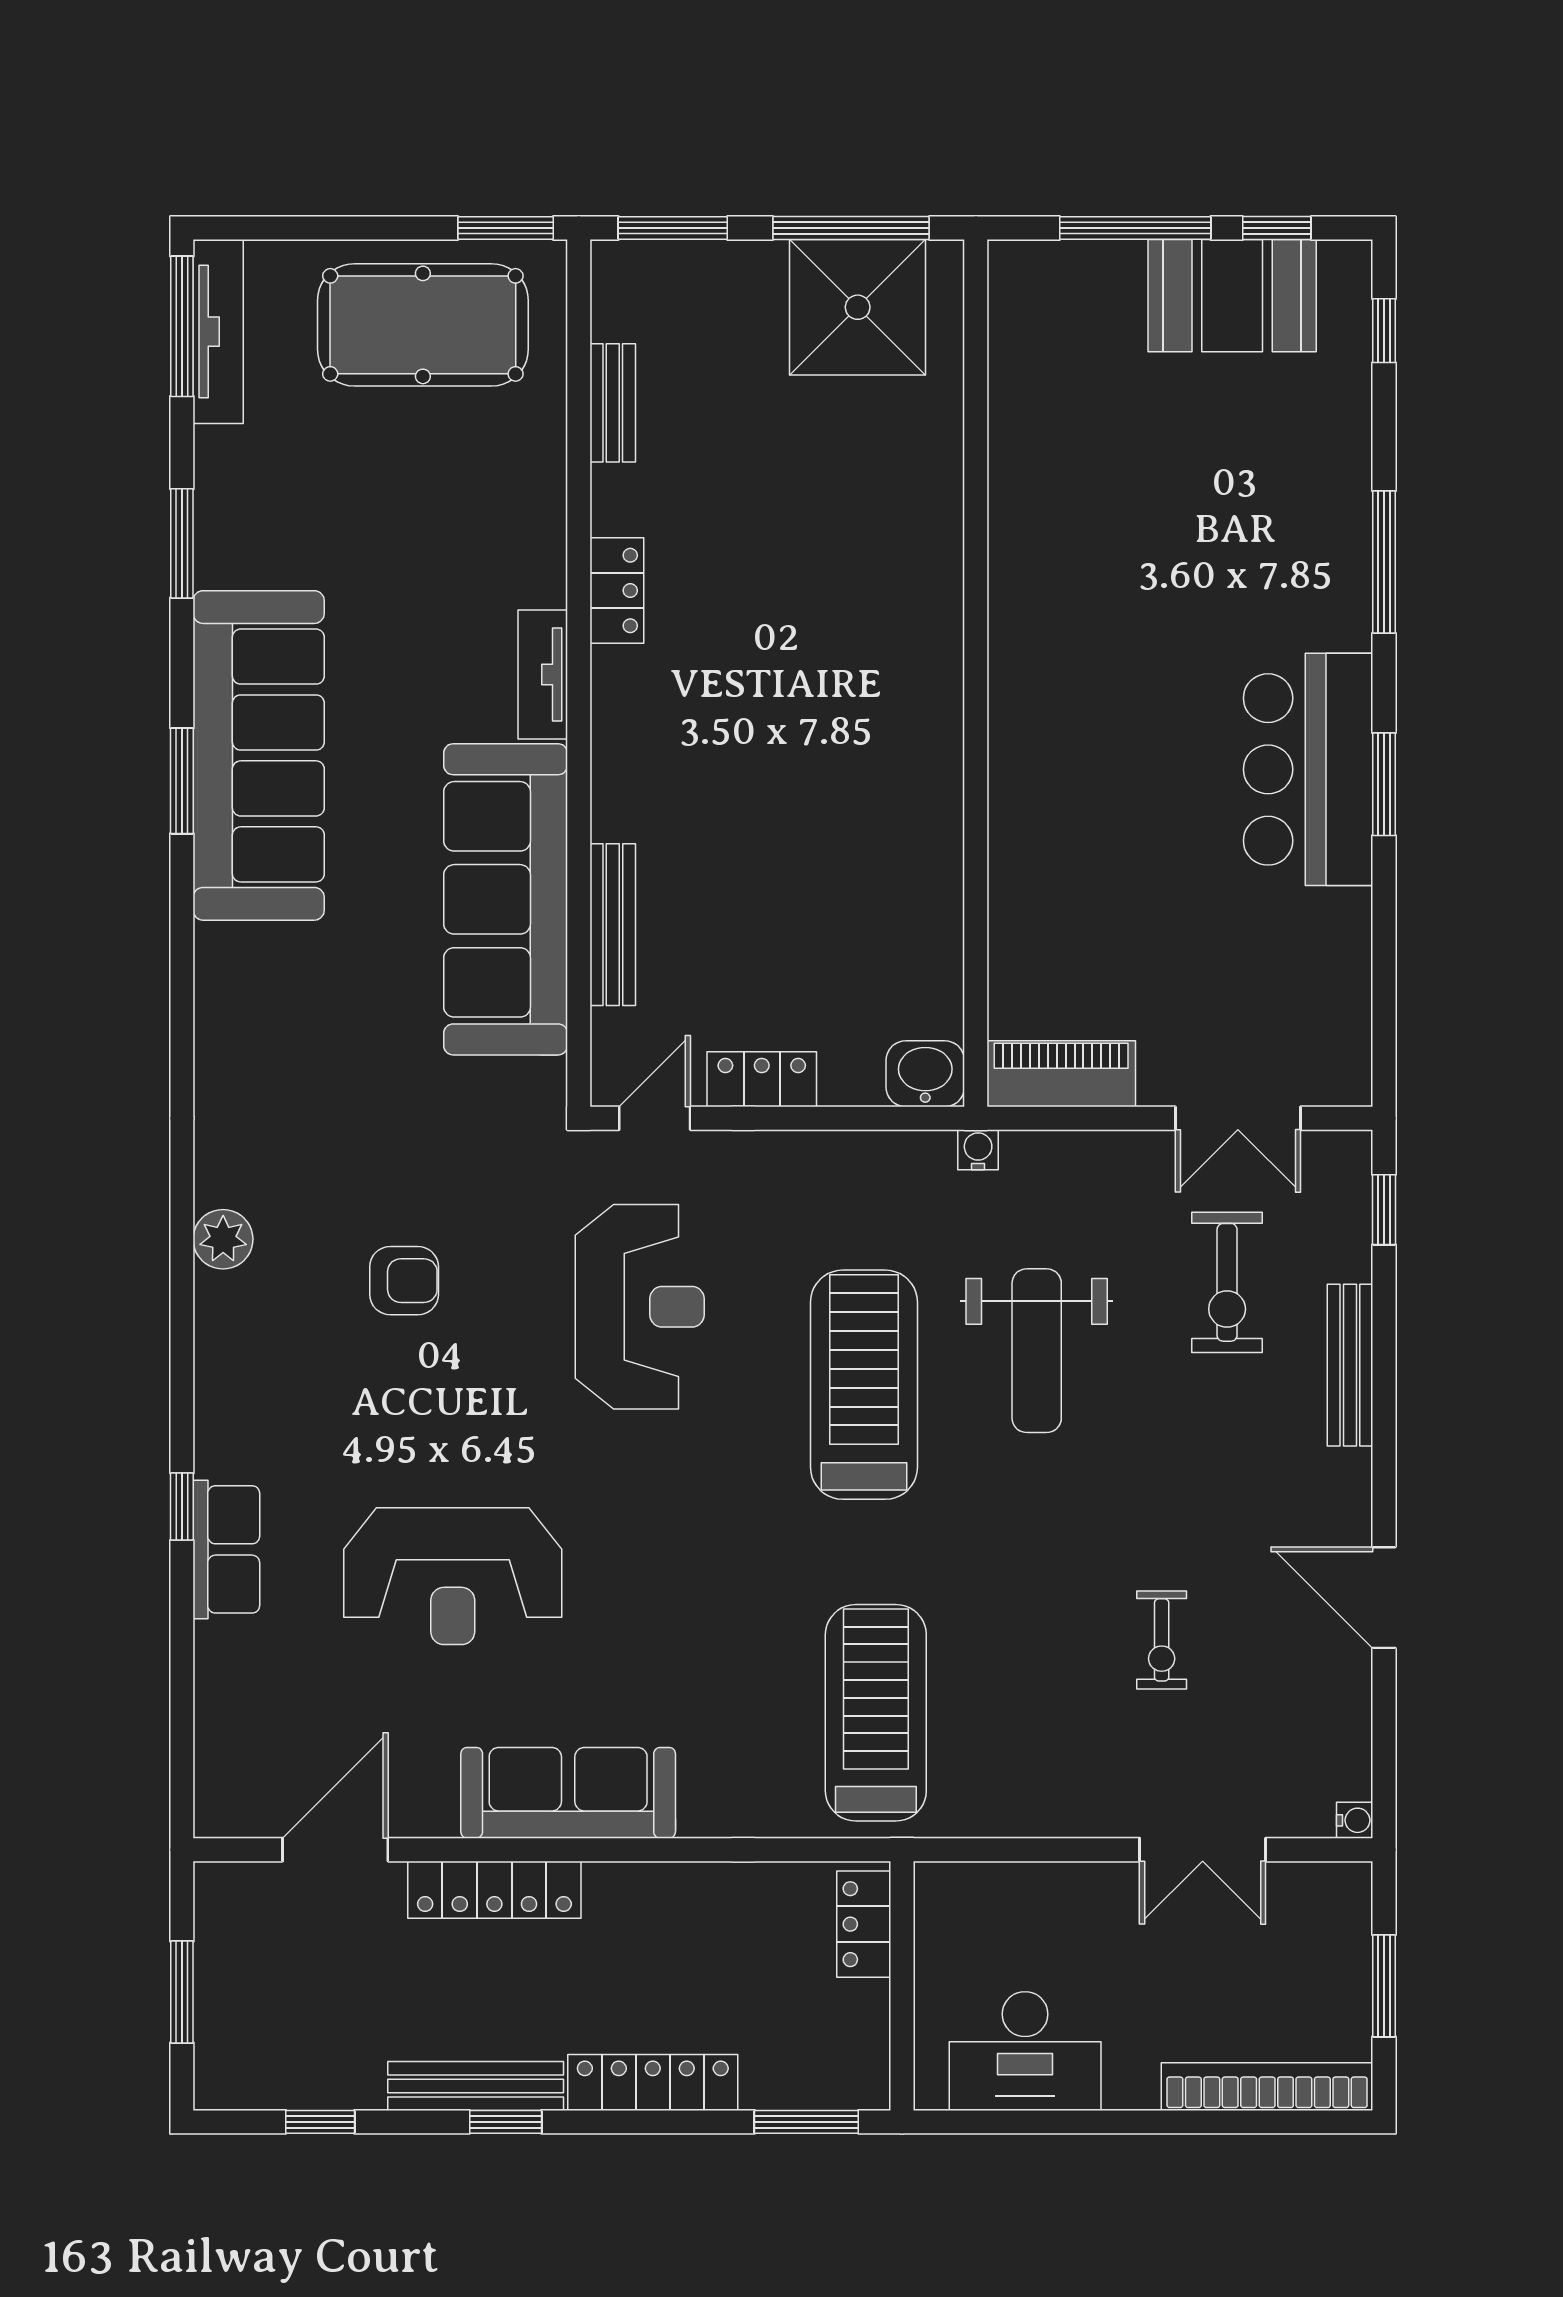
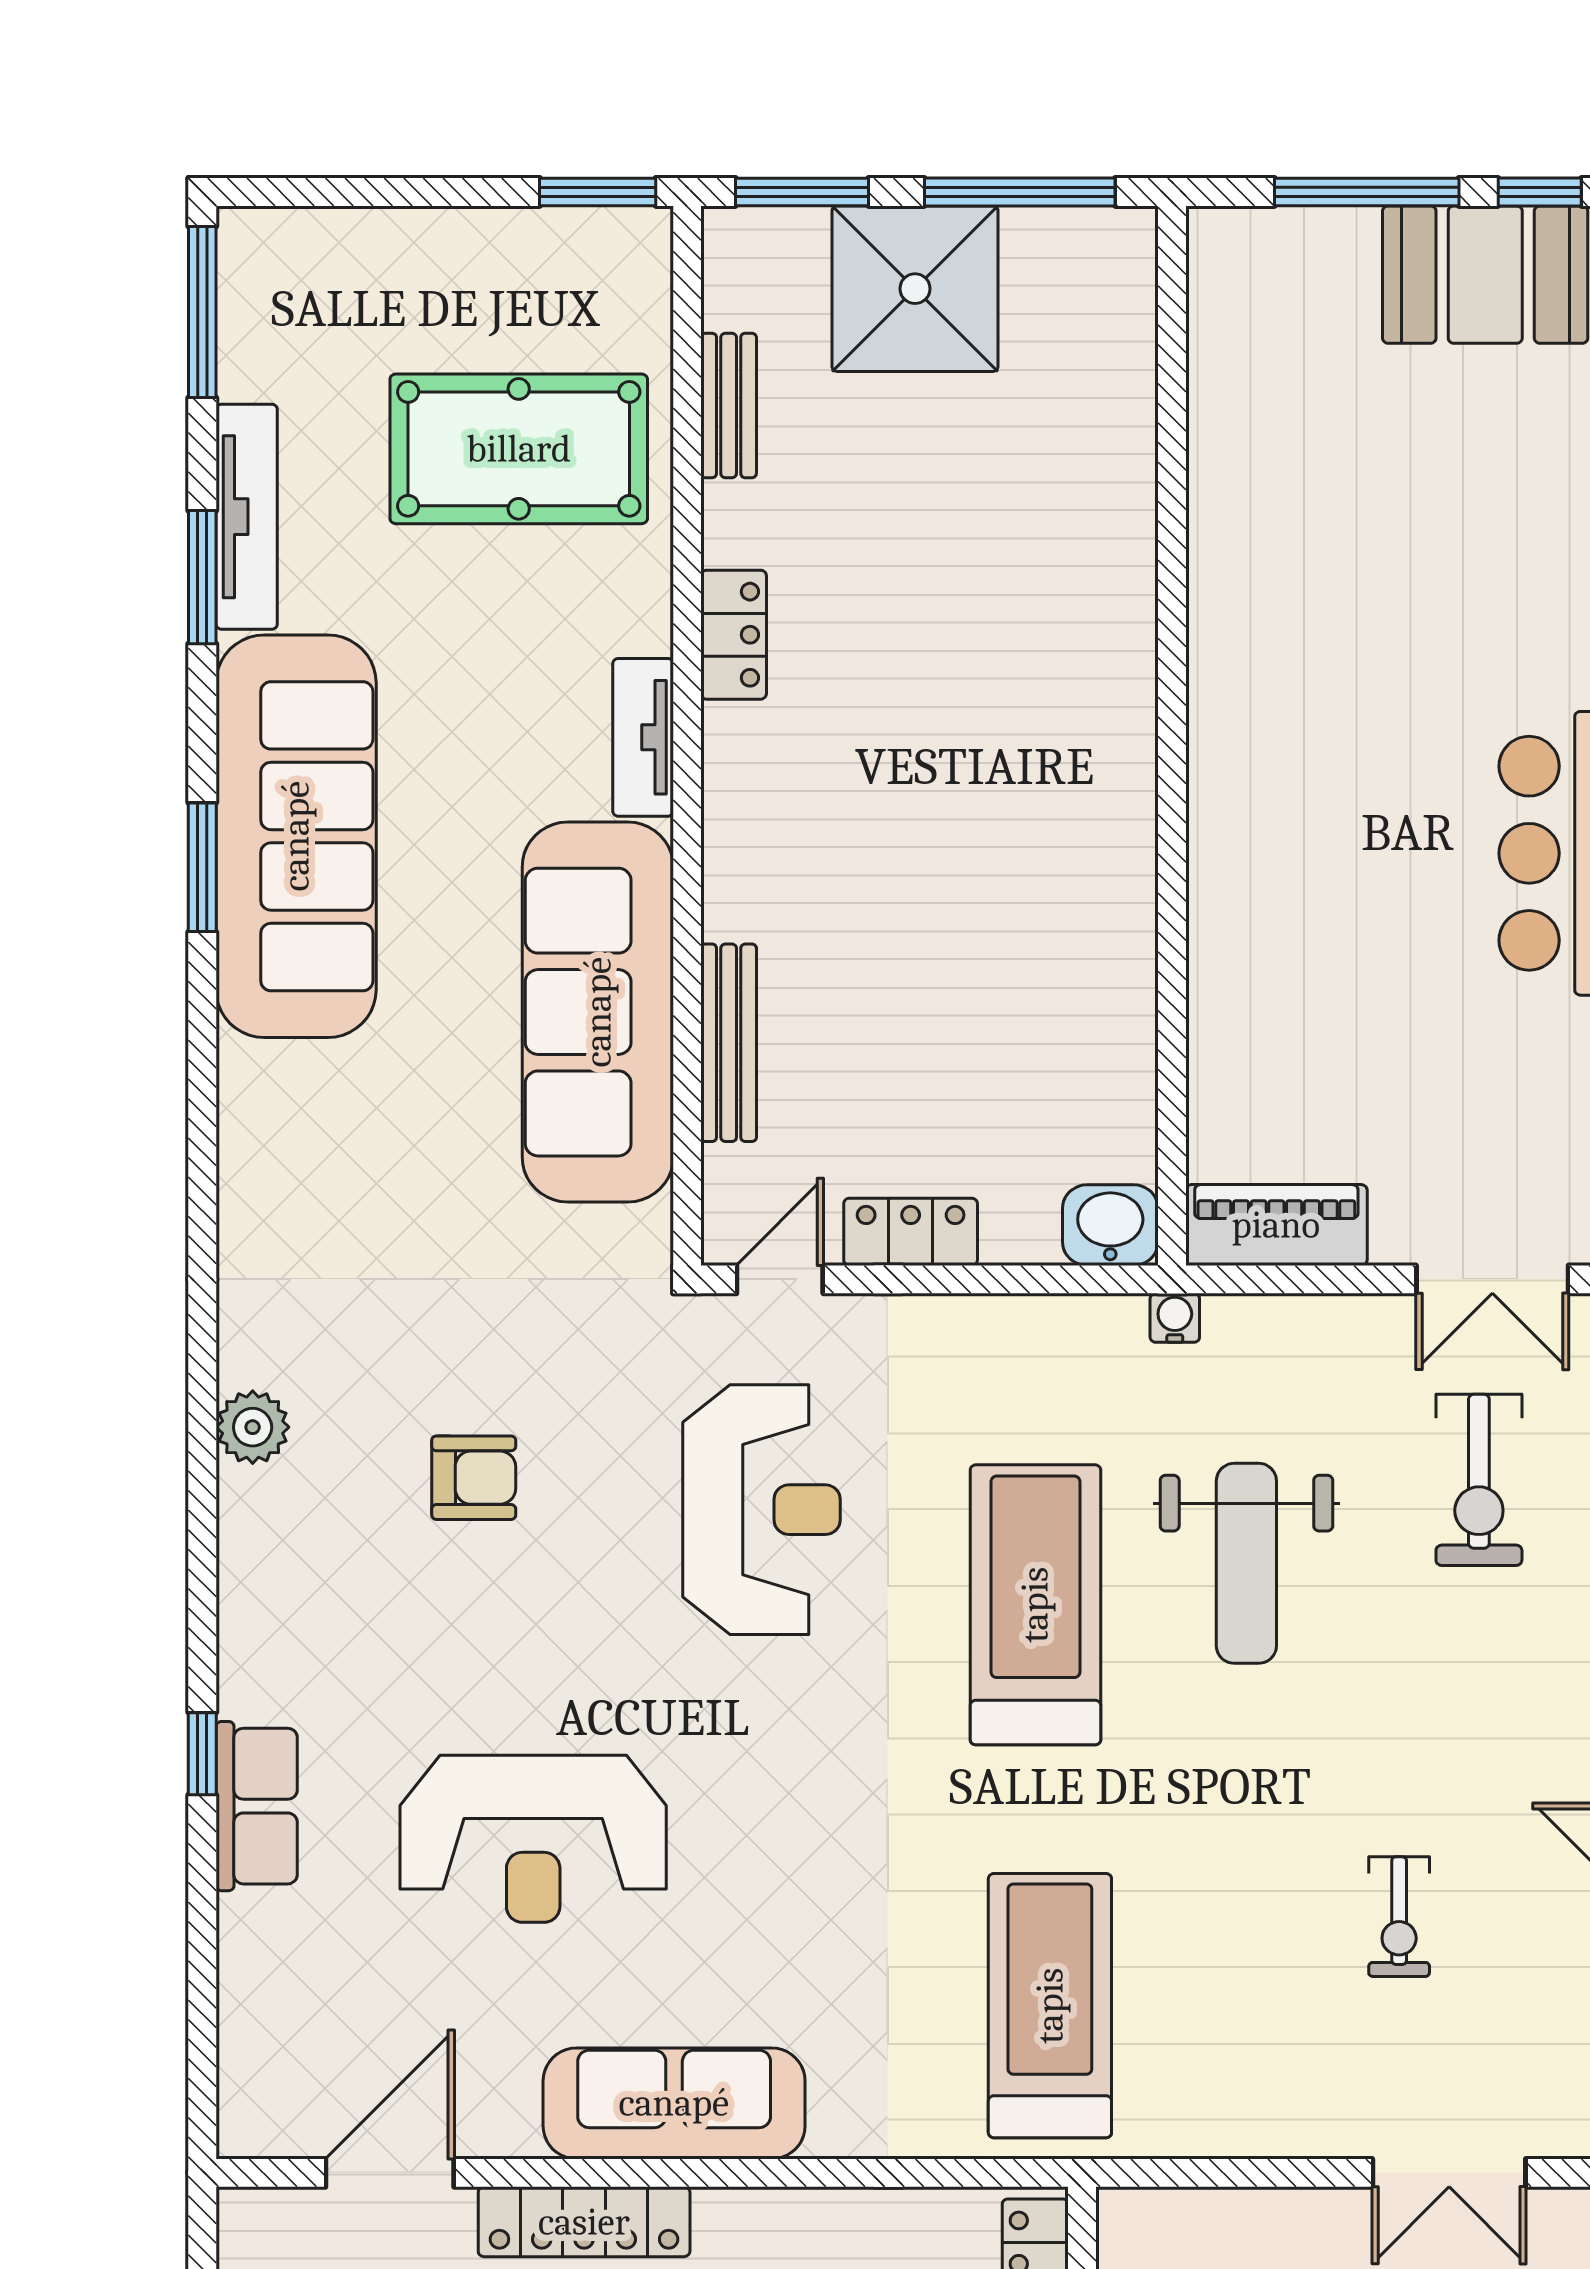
shower: (858, 307) -> (915, 289), moved
pool table: (423, 325) -> (519, 449), moved
tv unit: (218, 332) -> (247, 517), moved

